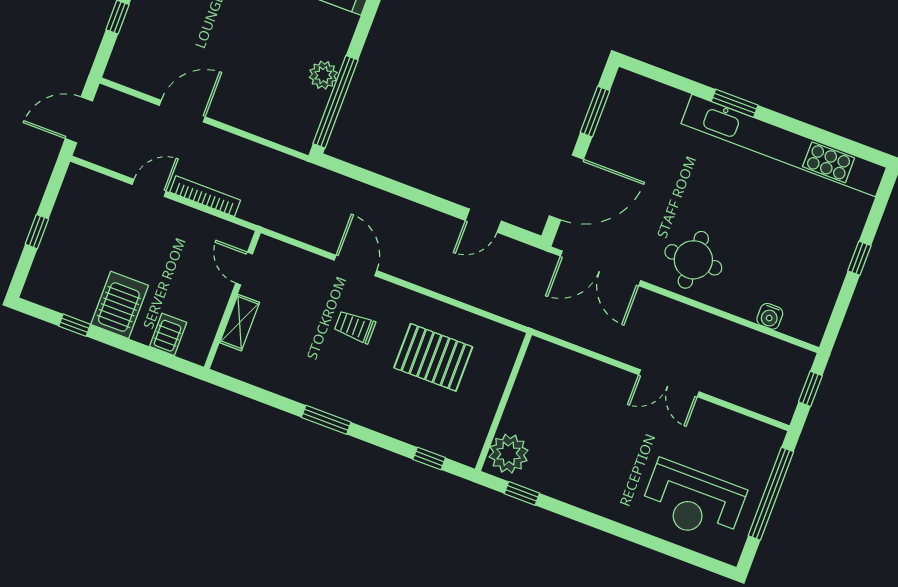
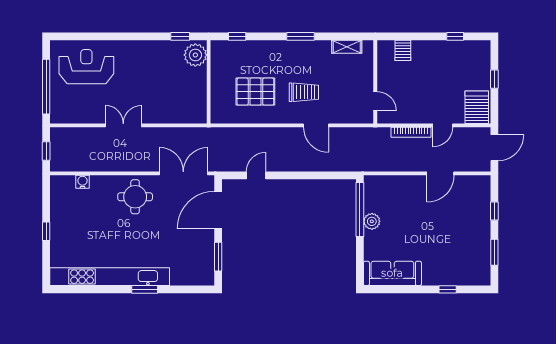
server rack: (120, 305) -> (477, 107), moved, turned 180
shelving: (240, 323) -> (347, 47), moved, turned 90
trolley: (355, 327) -> (304, 92), width x1.36, depth x1.39

